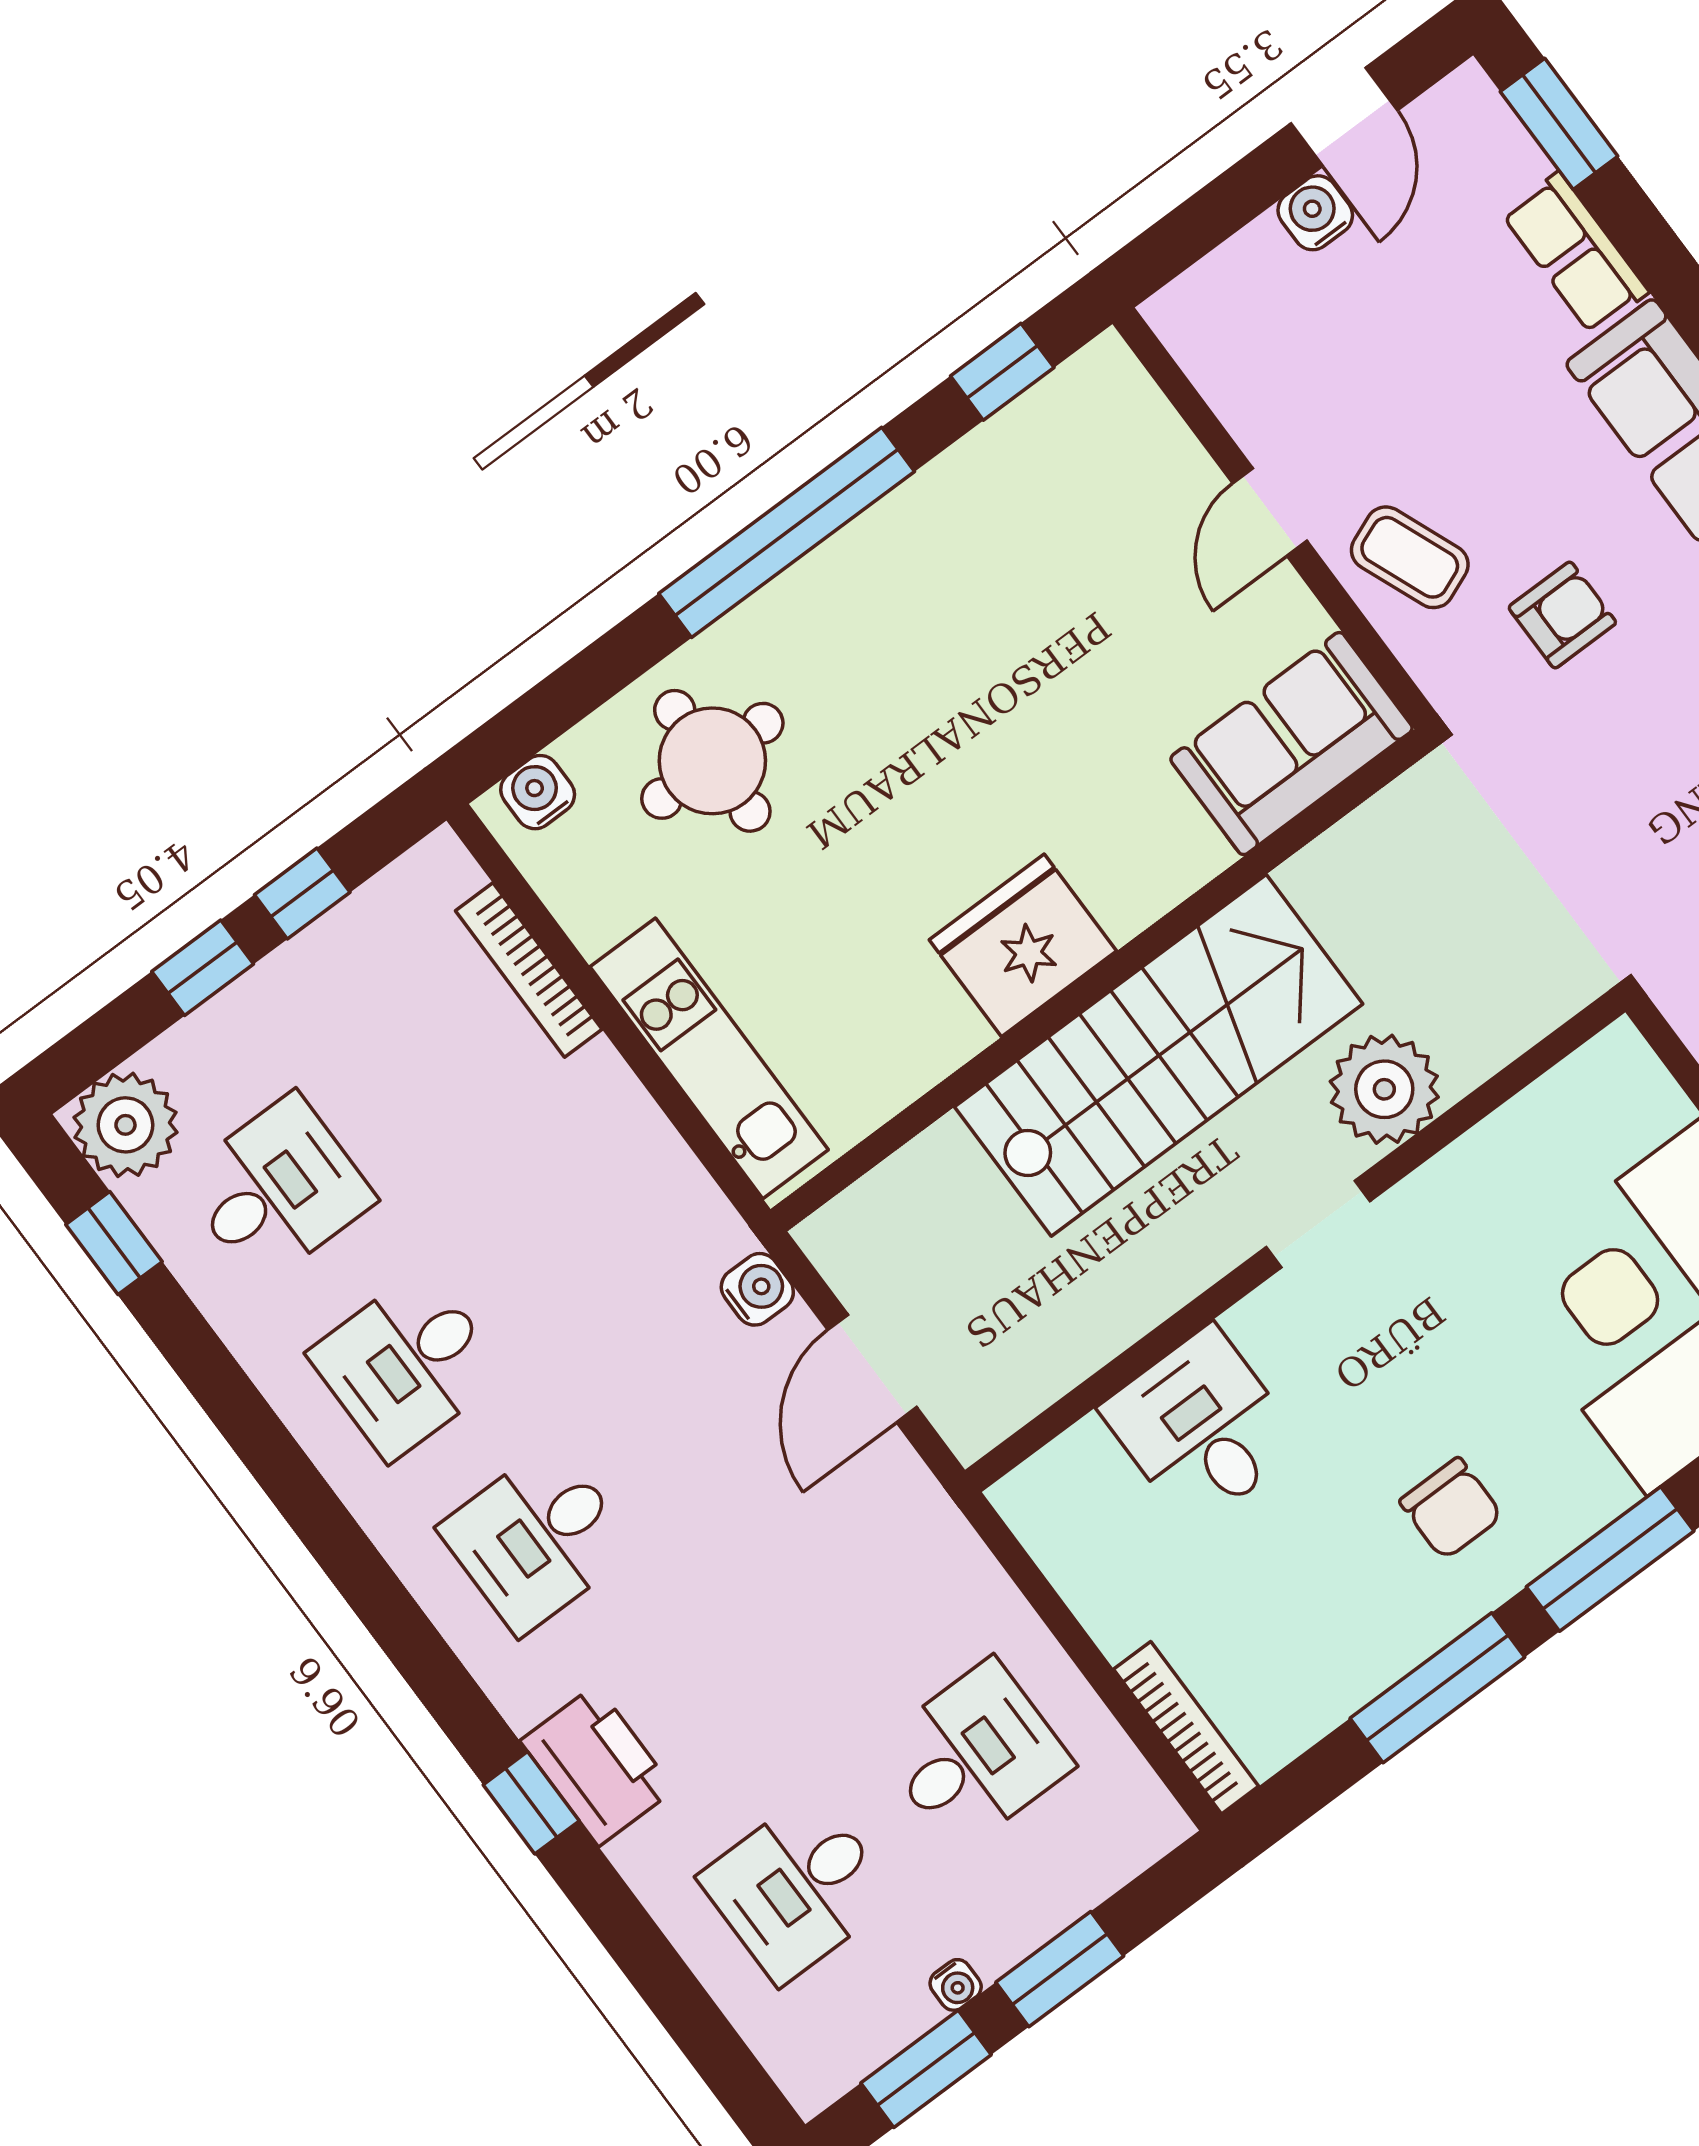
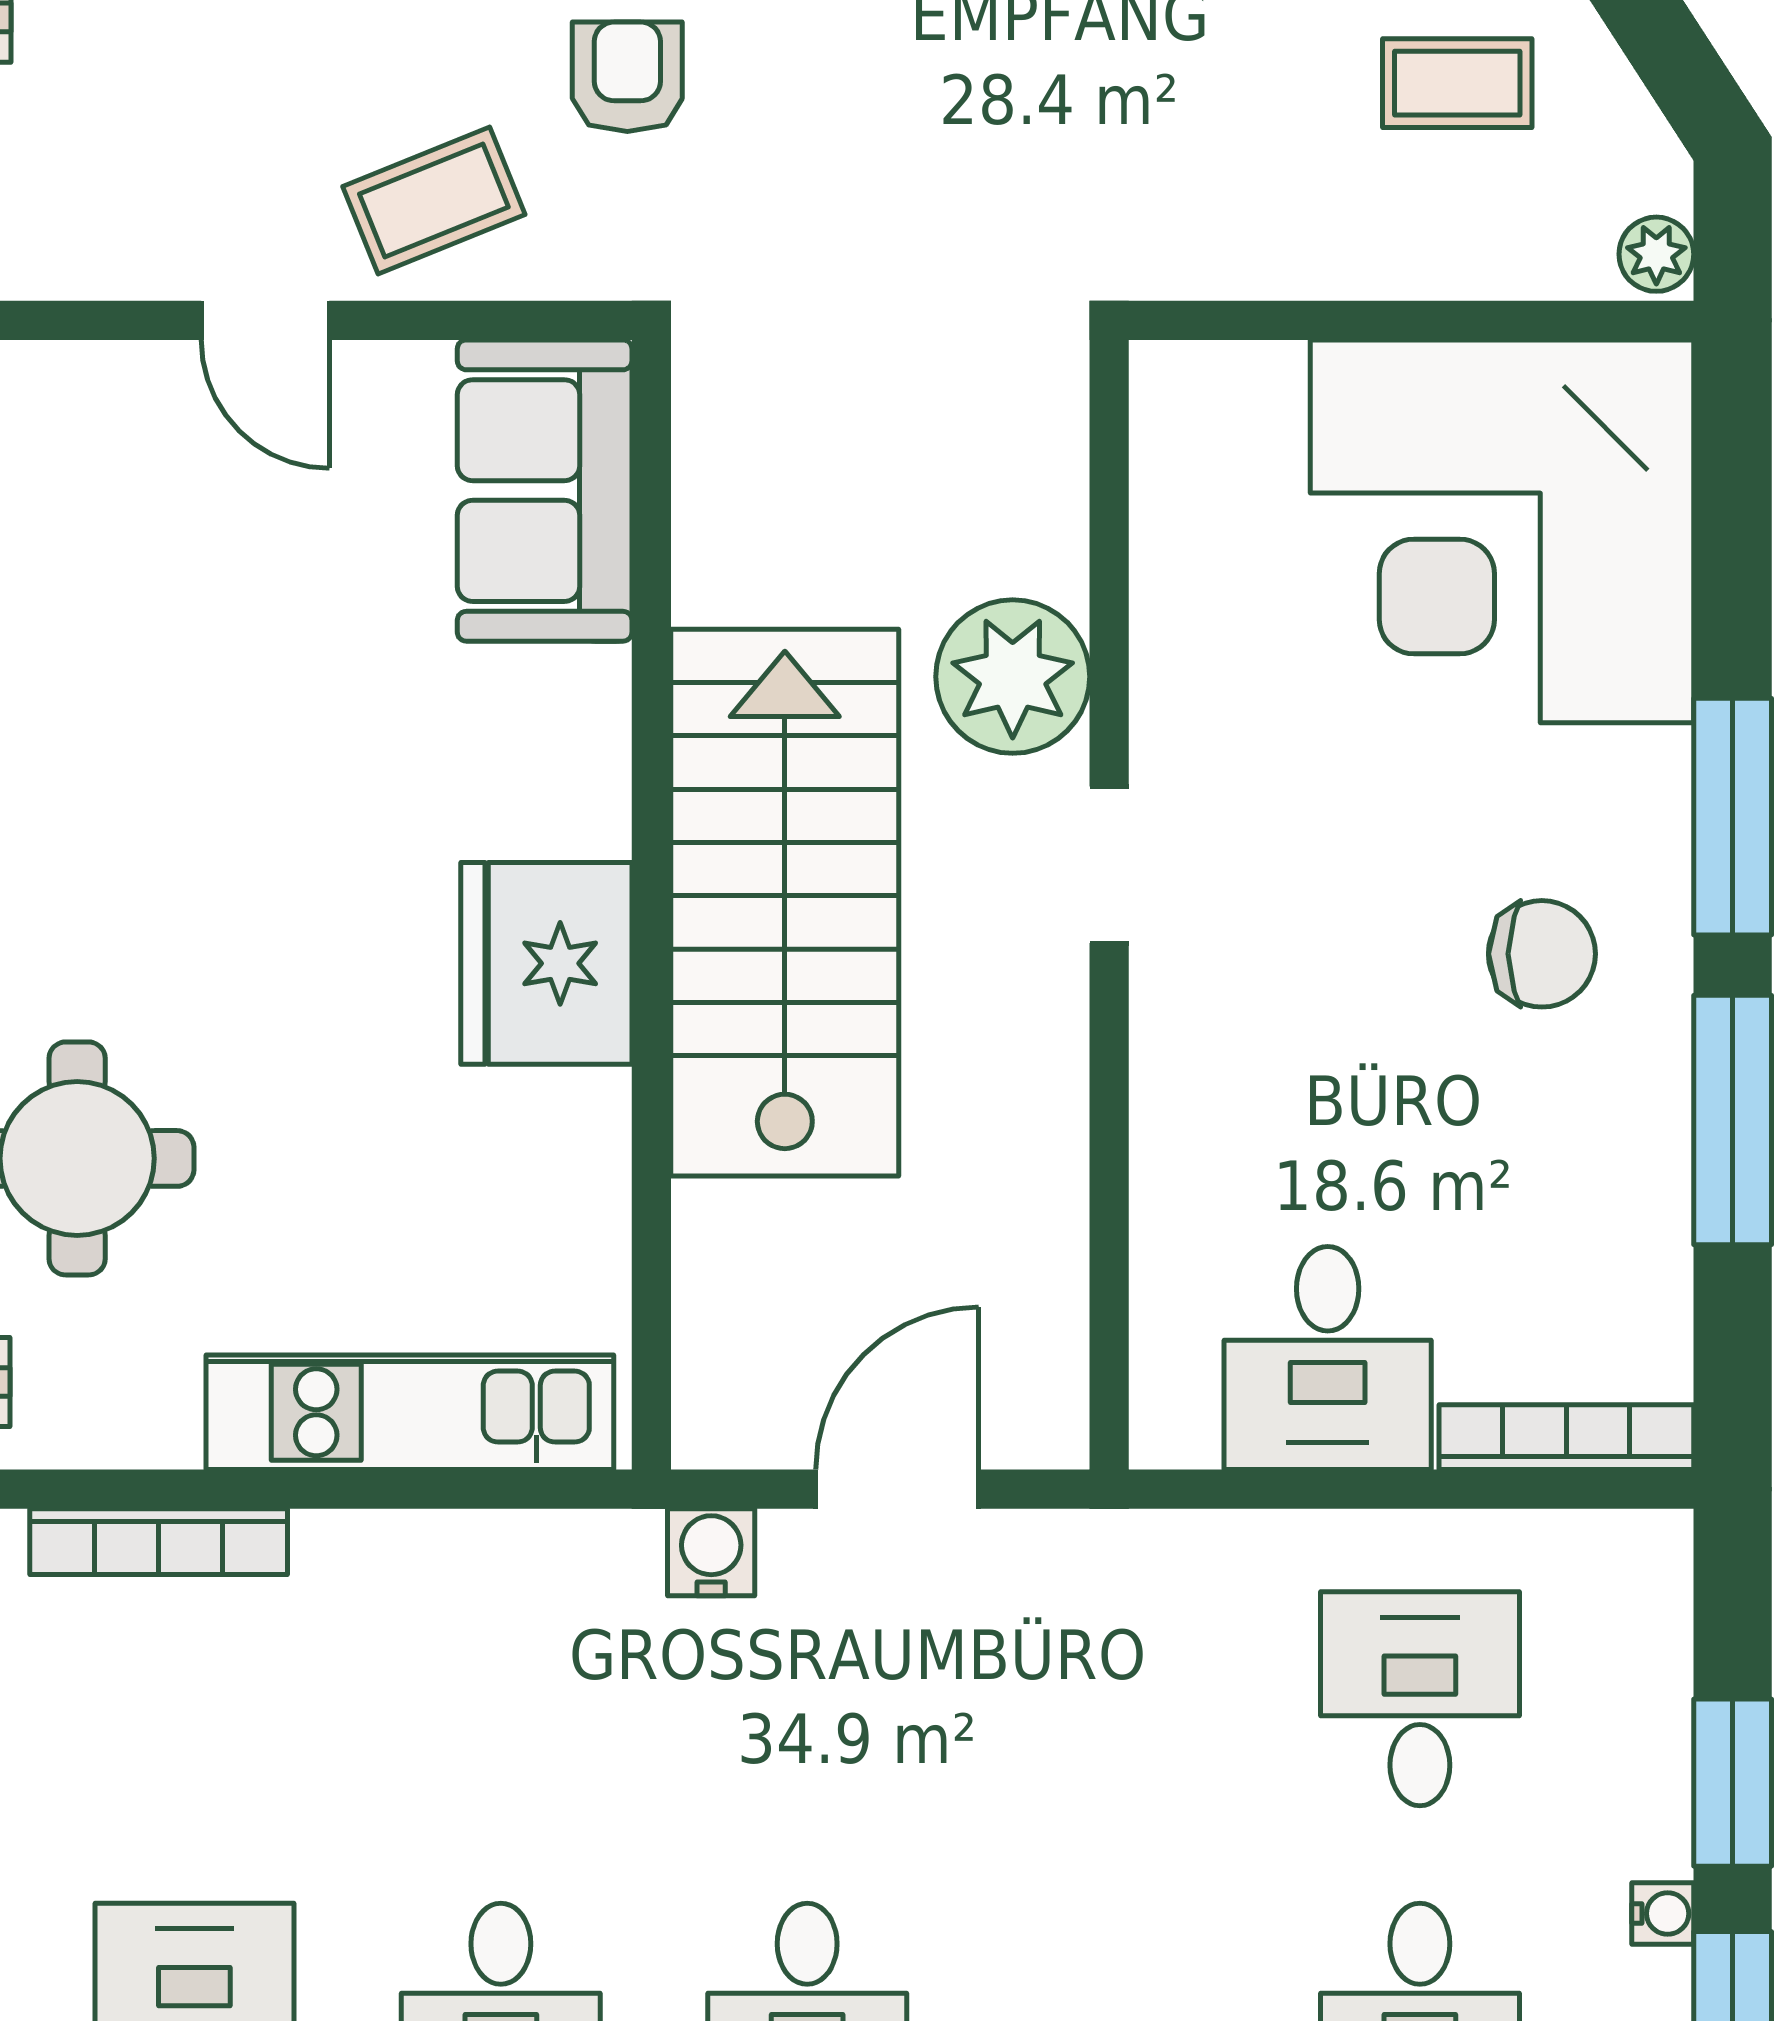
door: (872, 1369) -> (897, 1489), swing flipped
desk: (1202, 1427) -> (1328, 1358), moved, turned -90

